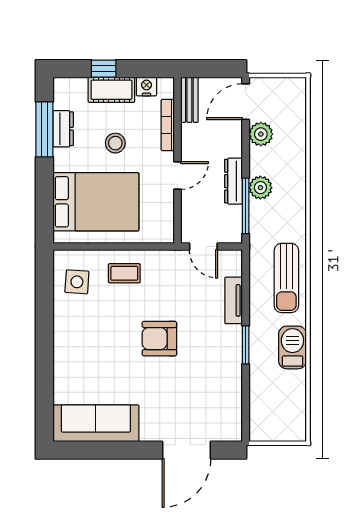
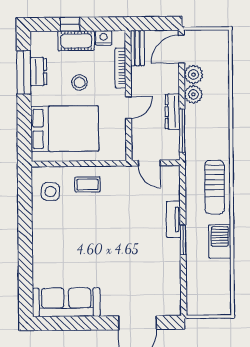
plant: (260, 188) -> (193, 94), moved
tv unit: (234, 300) -> (173, 219), moved
armchair: (159, 339) -> (115, 235), removed

